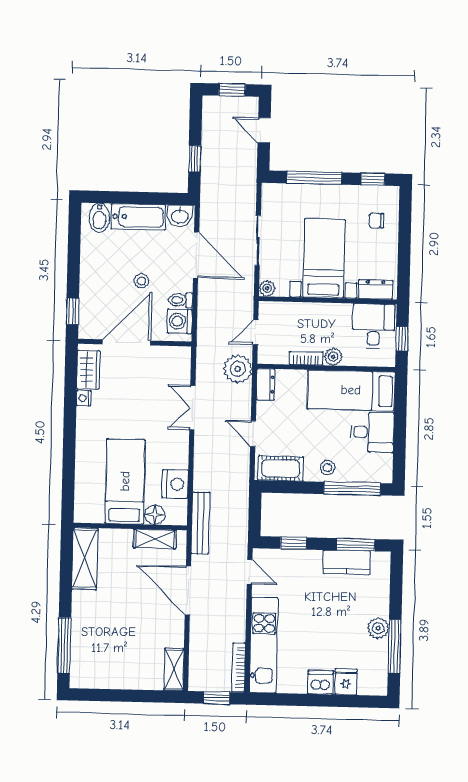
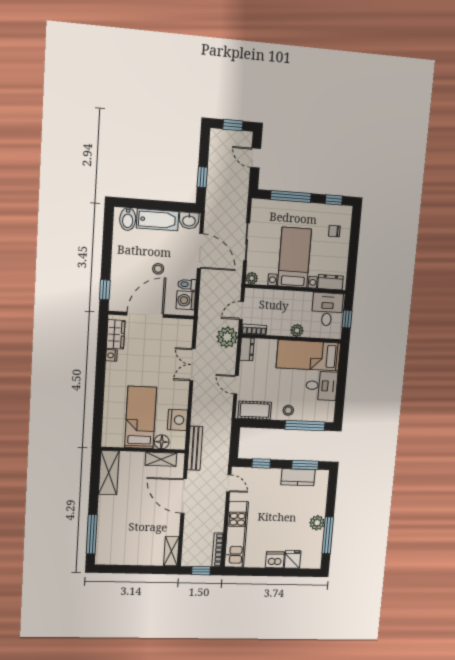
bookcase: (306, 358) -> (254, 330), moved

